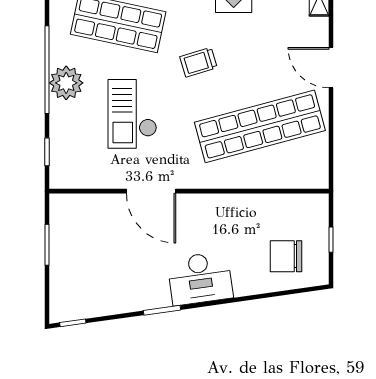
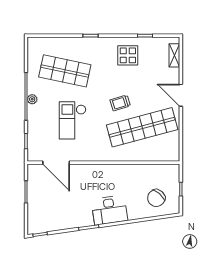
trolley: (198, 62) -> (120, 103), moved
plant: (66, 83) -> (32, 99), width x0.53, depth x0.53
door: (151, 191) -> (56, 163), moved
chair: (286, 256) -> (156, 198), turned -48

